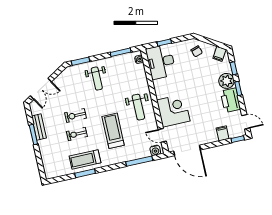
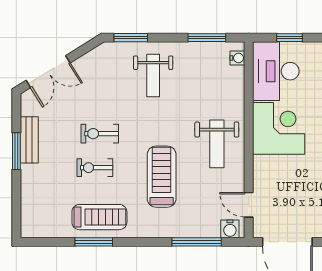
corner desk: (173, 110) -> (279, 128), moved
treadmill: (85, 159) -> (99, 217), turned 180

